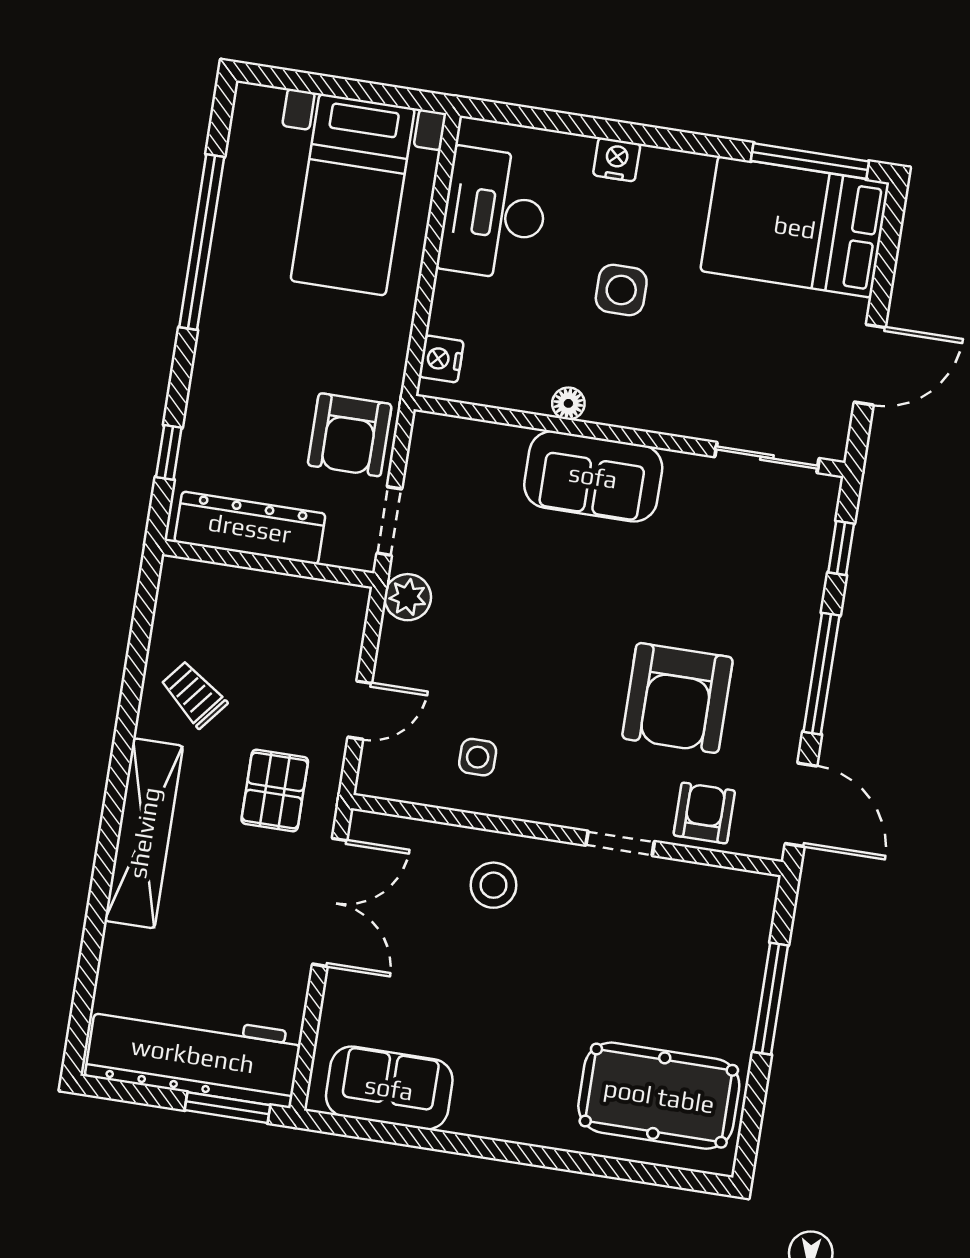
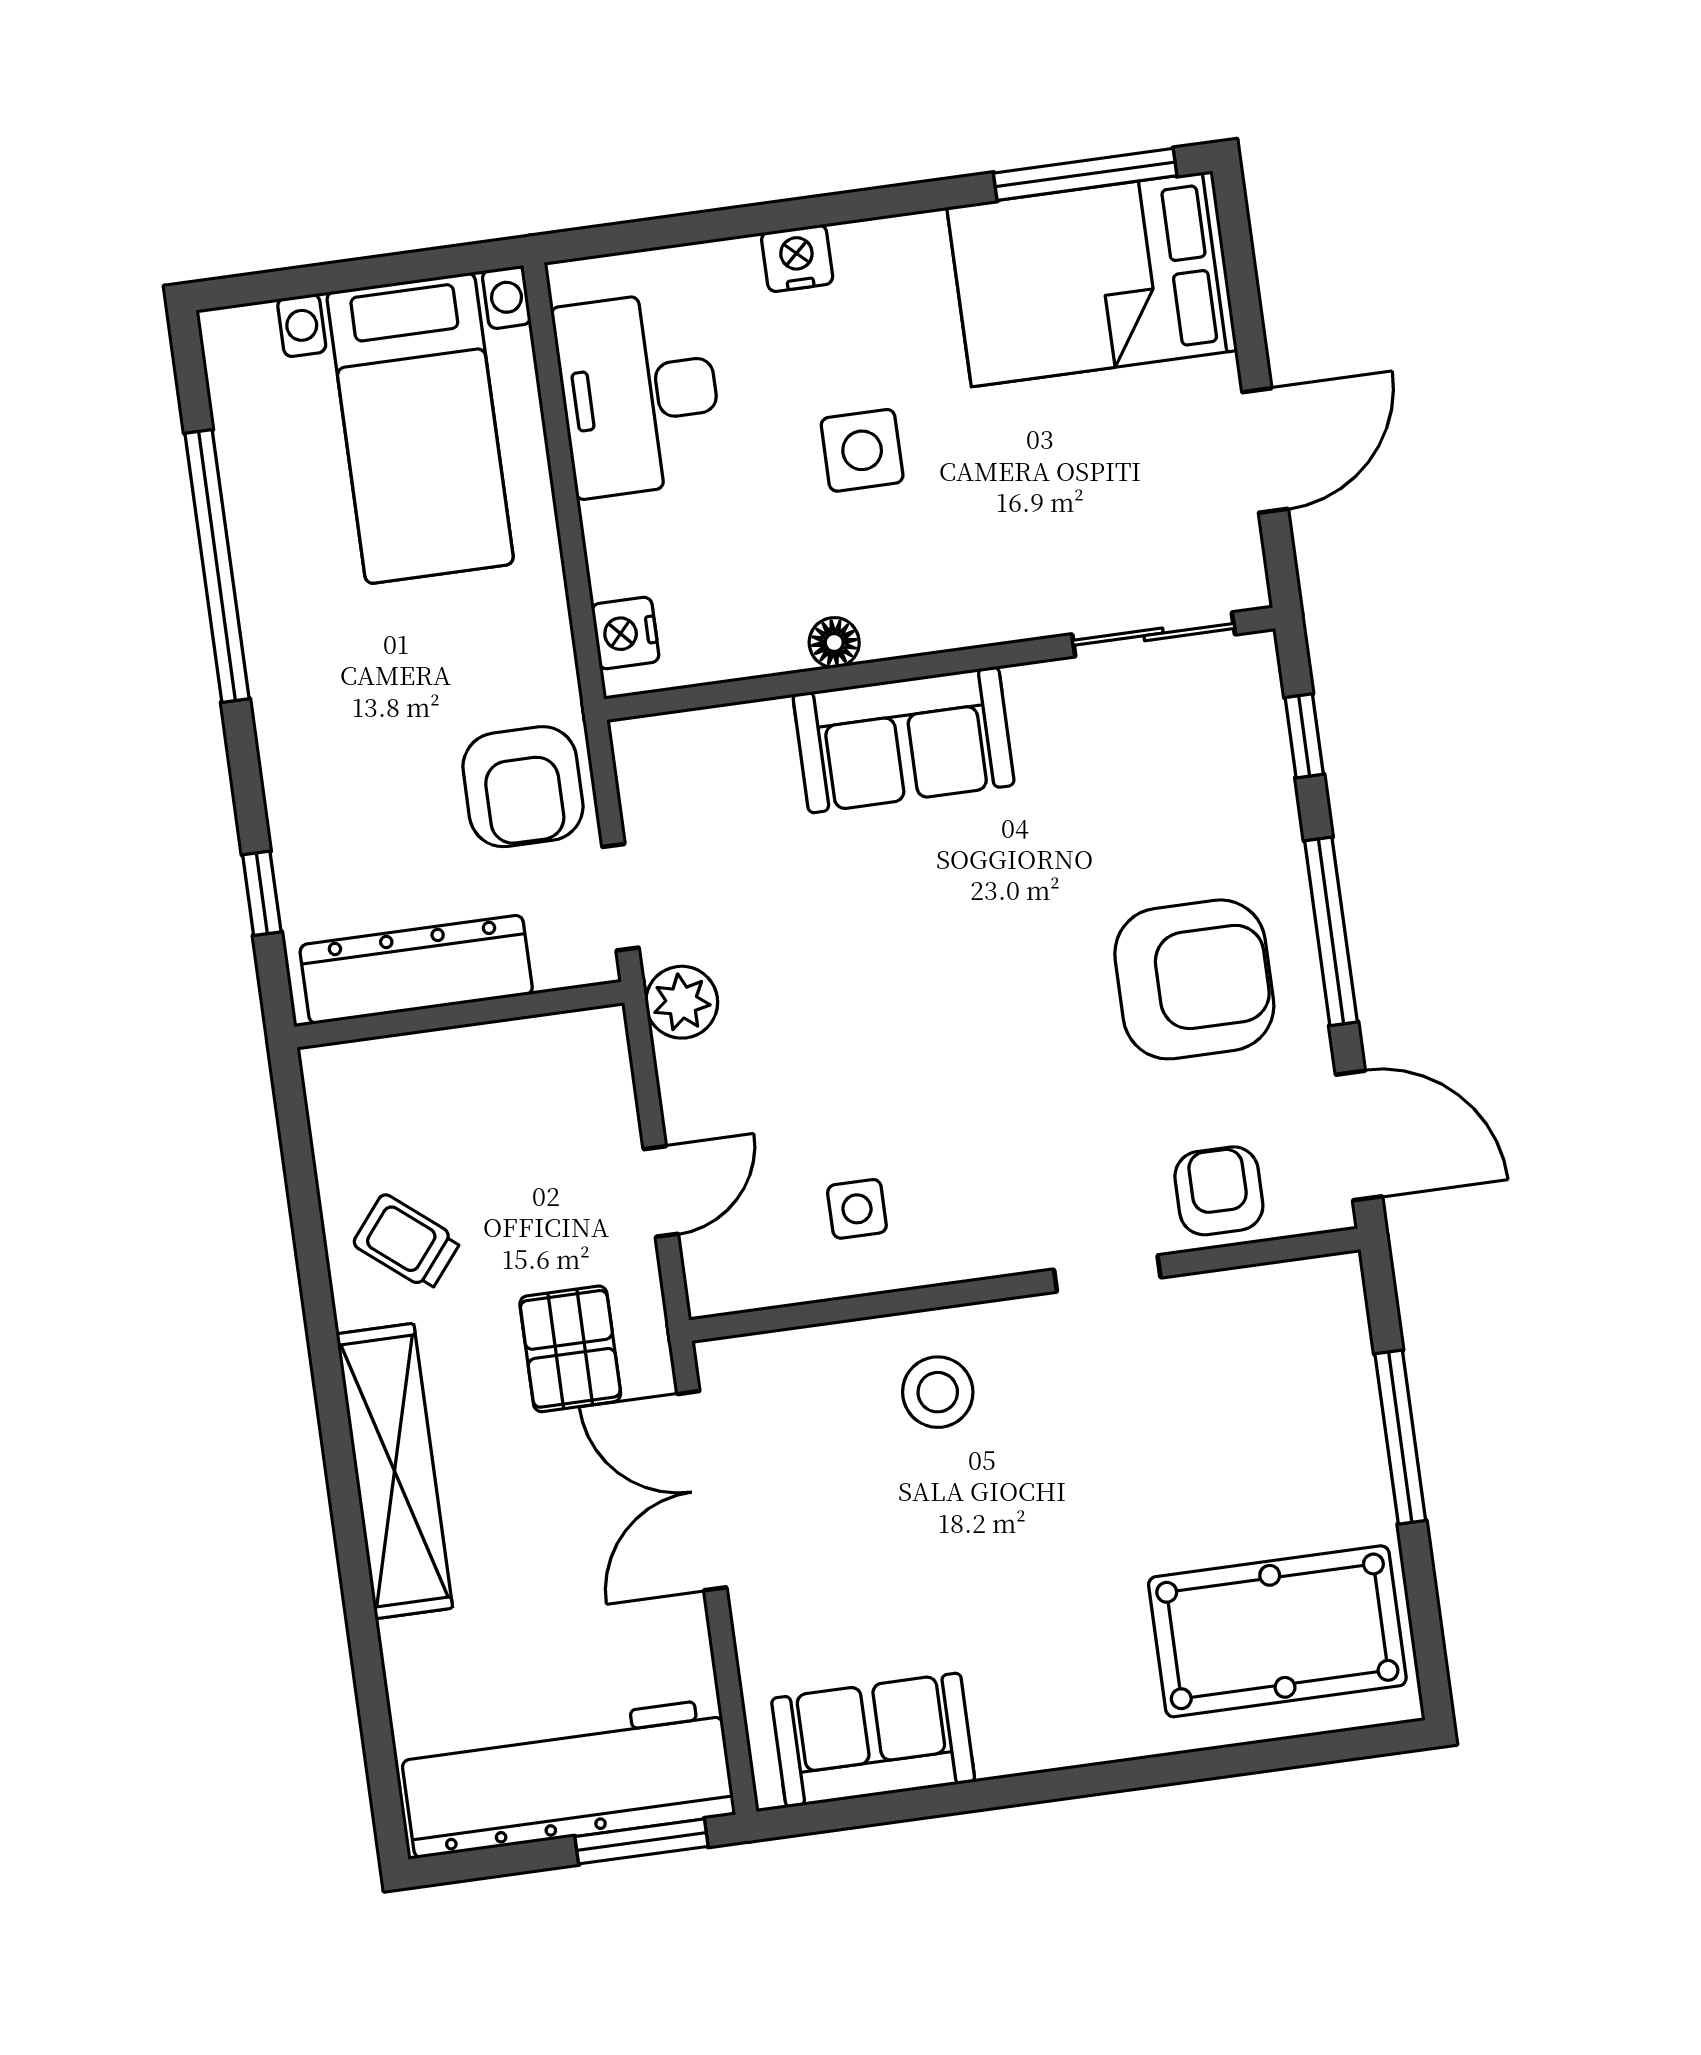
armchair: (677, 698) -> (1194, 979), moved, turned -90
double door: (330, 902) -> (702, 1491), swing flipped

